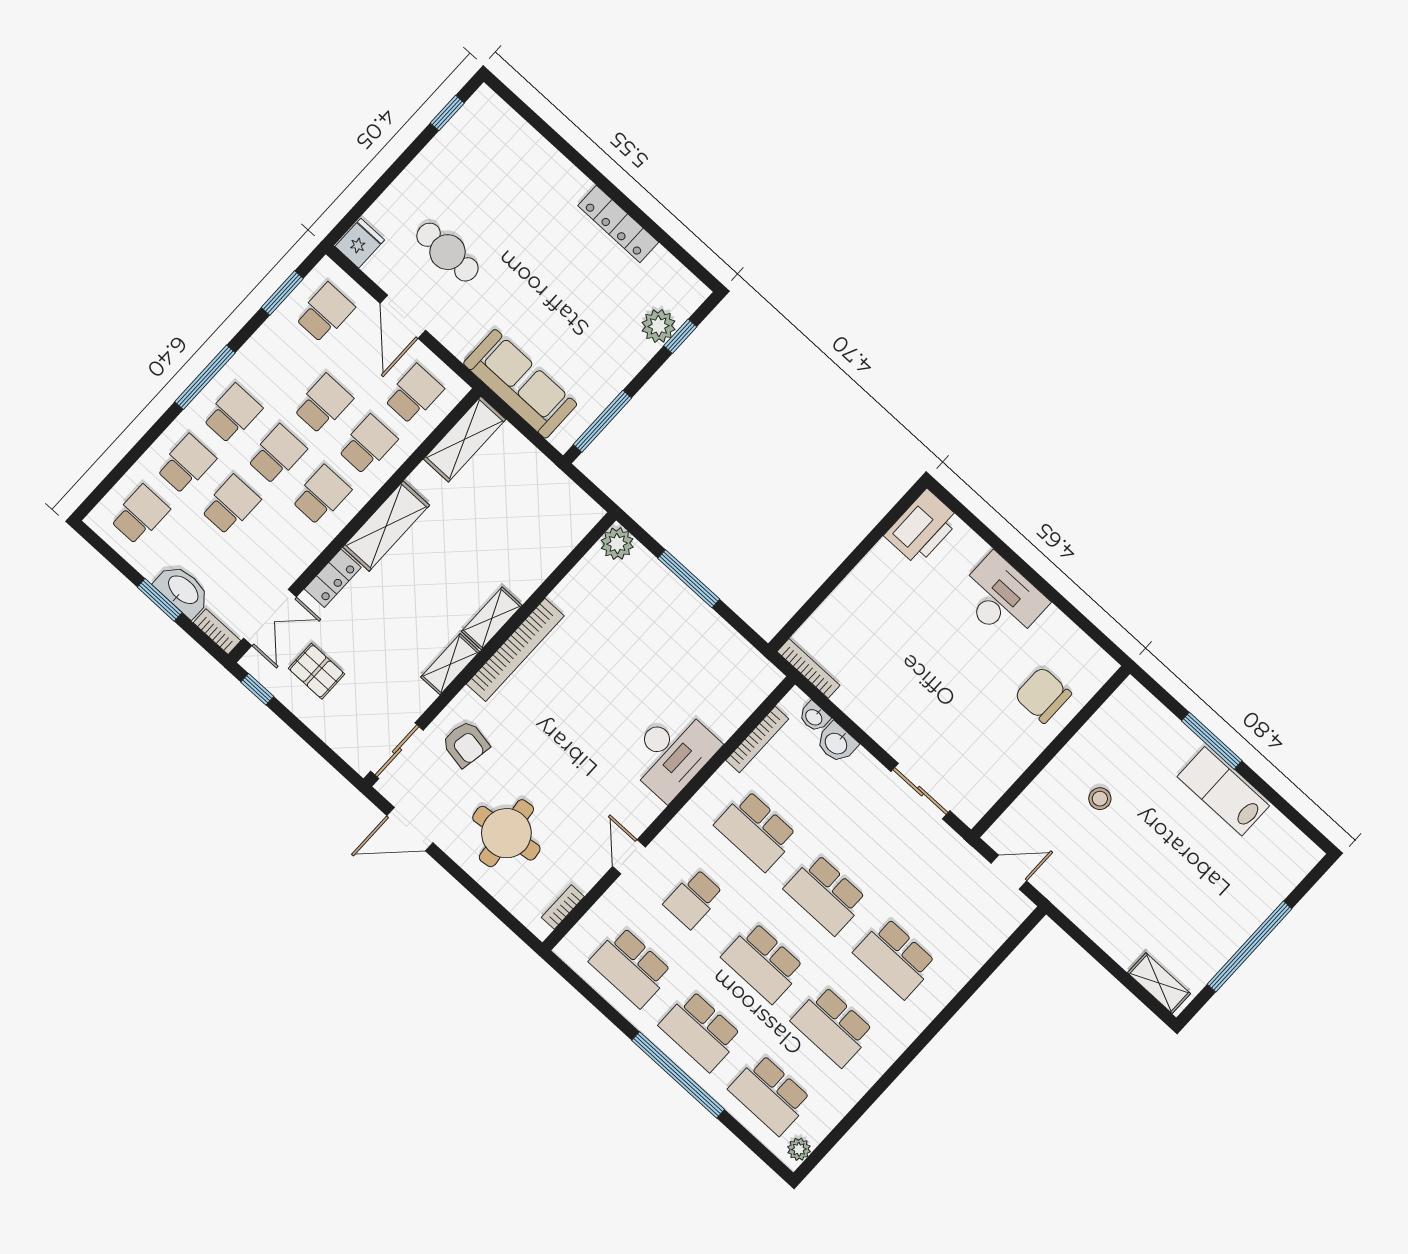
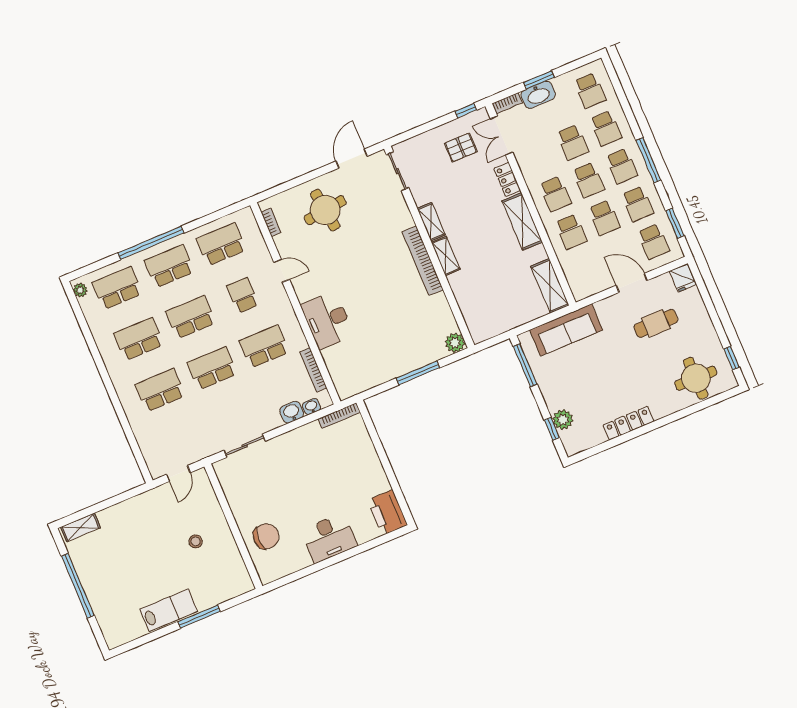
round table: (503, 153) -> (696, 378), added
school desk: (414, 394) -> (638, 204), moved
armchair: (466, 744) -> (384, 210), removed

